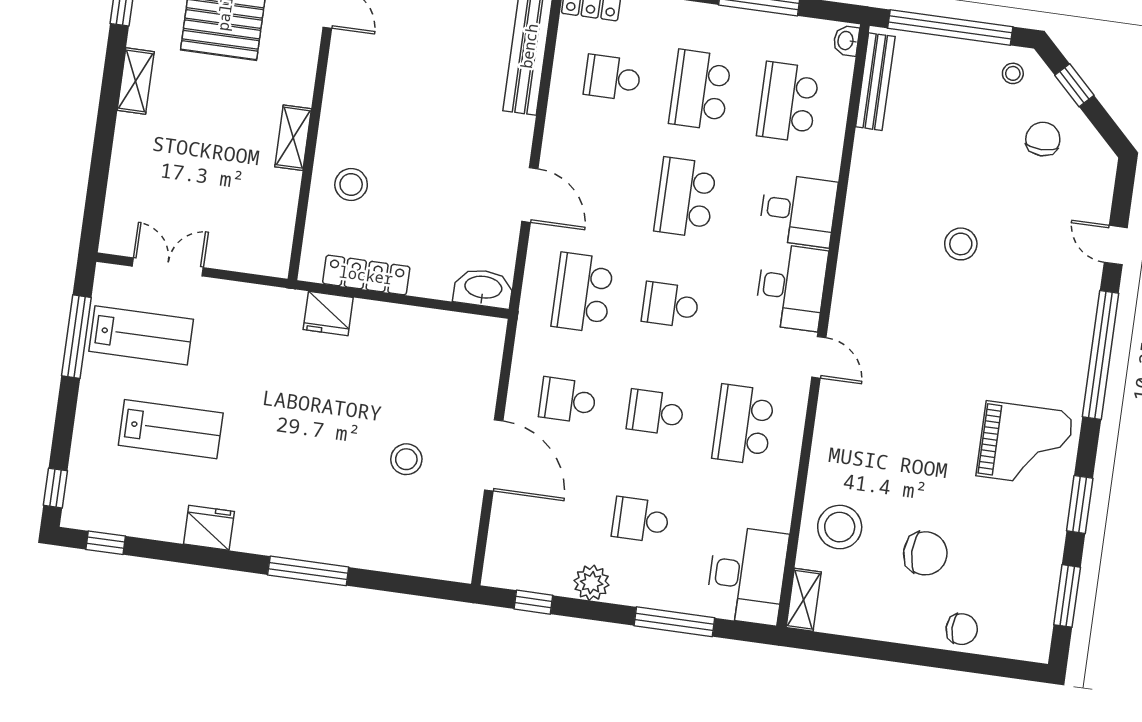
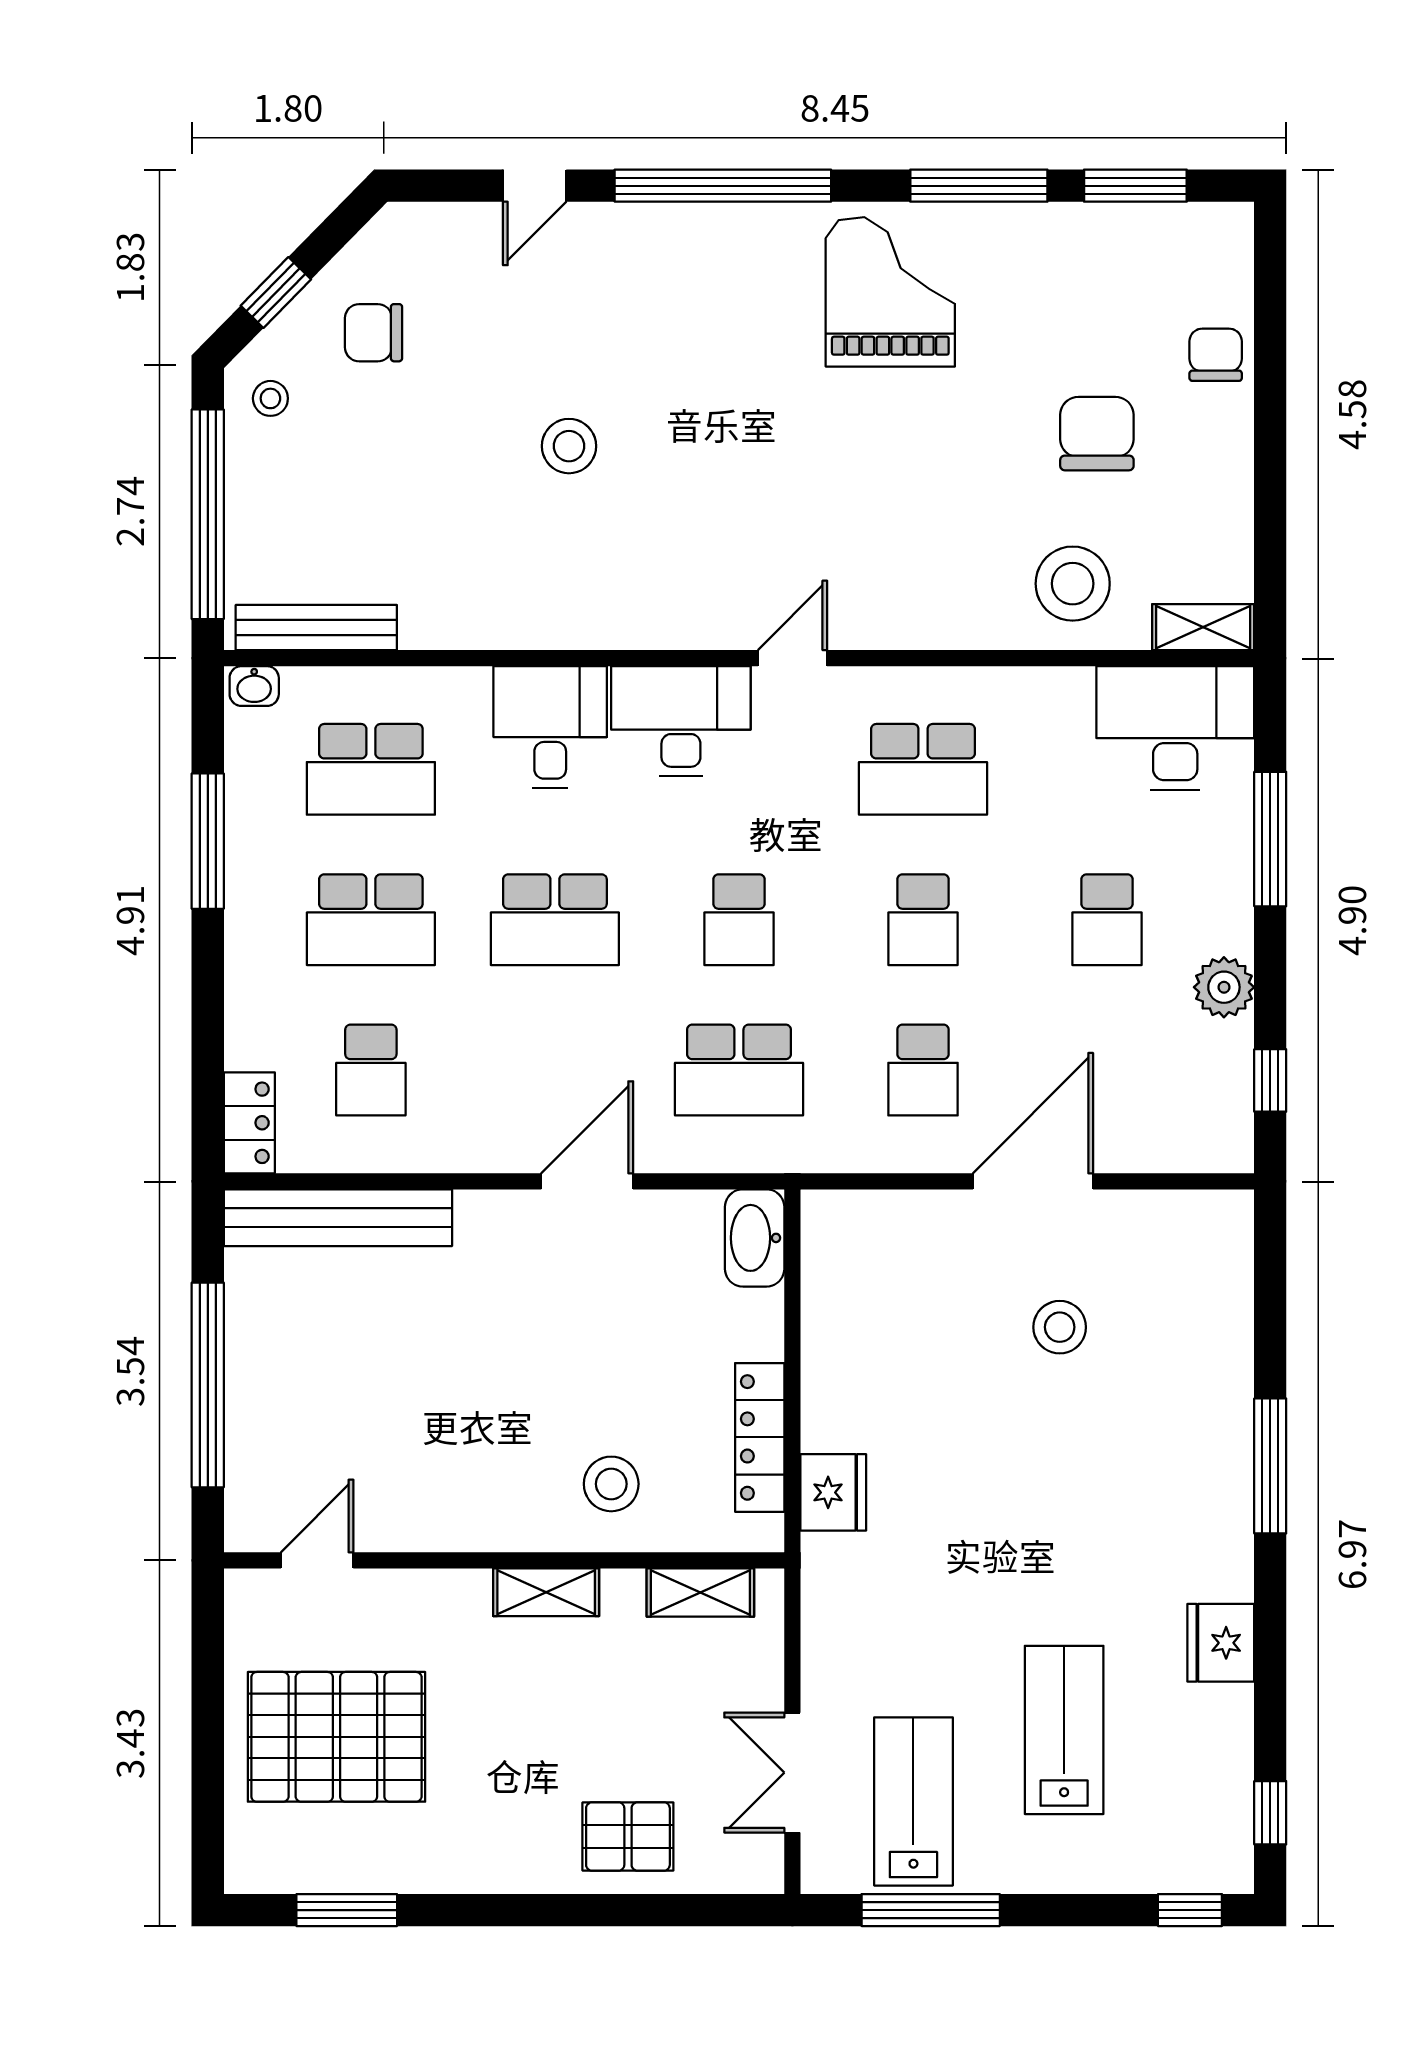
shelving: (136, 81) -> (700, 1593), moved
pallet: (144, 166) -> (628, 1837), added
window: (1080, 504) -> (979, 186), width x1.44

